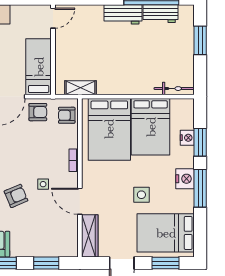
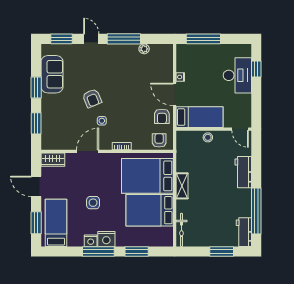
workbench: (123, 14) -> (243, 172), moved
workbench: (160, 14) -> (244, 232), moved
stool: (63, 57) -> (208, 137), added
shelving: (80, 88) -> (182, 186), moved
nightstand: (187, 138) -> (91, 241), moved
bed: (166, 233) -> (56, 223), width x0.67
wardrobe: (90, 236) -> (53, 160), width x0.67

